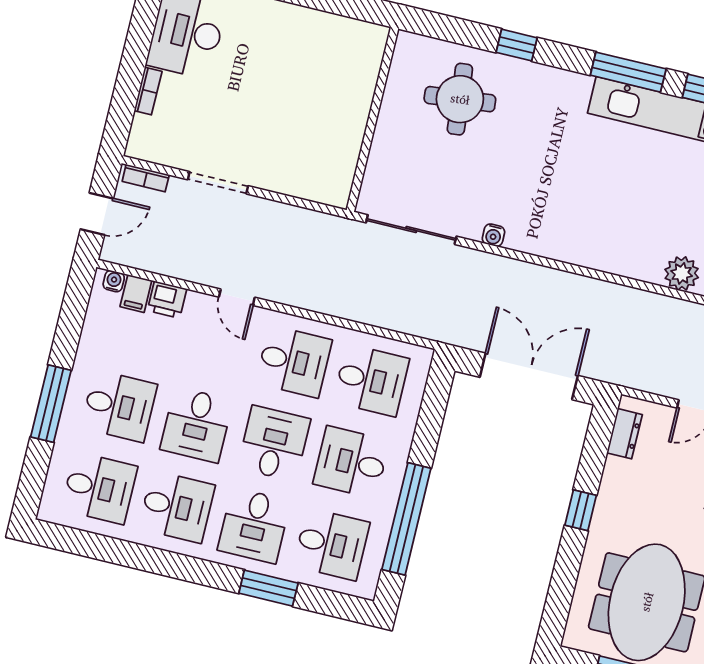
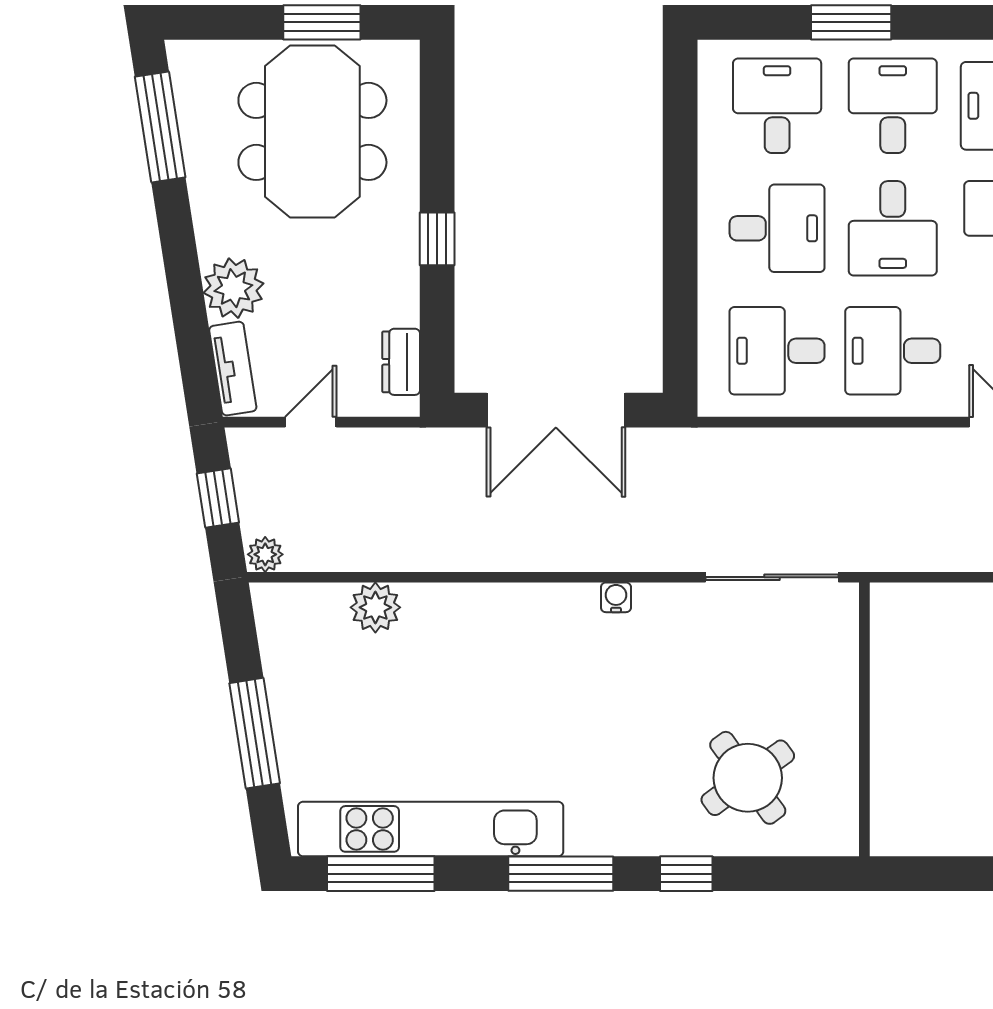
window: (628, 72) -> (561, 874), moved
round table: (460, 99) -> (748, 778), turned -30
water cooler: (493, 235) -> (616, 597), moved
window: (406, 519) -> (680, 167), removed
desk: (331, 544) -> (777, 106), turned 90

